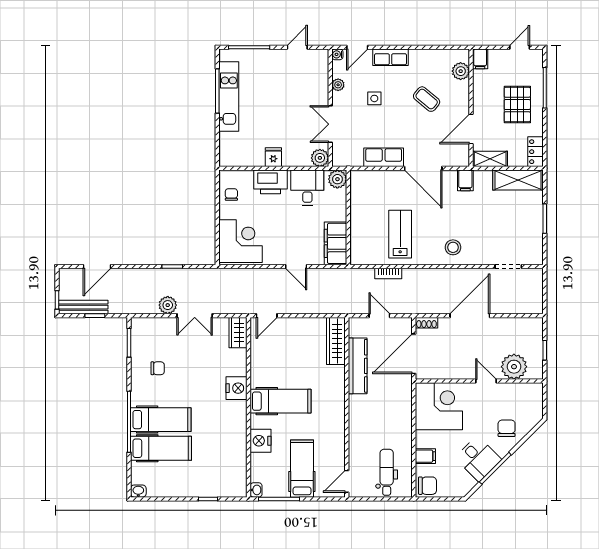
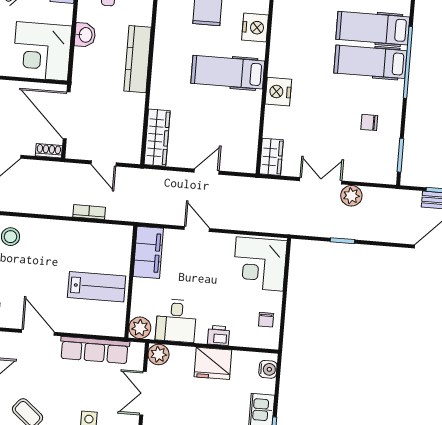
double door: (330, 124) -> (143, 393), swing flipped
water cooler: (226, 153) -> (268, 369), added
fridge: (273, 157) -> (213, 363), width x1.88, depth x1.34
row of seats: (384, 157) -> (95, 350), width x1.48
door: (423, 168) -> (38, 332), width x0.73
printer: (270, 182) -> (218, 335), width x0.53, depth x0.68
lab bench: (400, 234) -> (97, 287), moved, turned -90
door: (267, 316) -> (207, 172), moved
door: (414, 354) -> (67, 115), swing flipped
kitchen counter: (358, 366) -> (138, 59), moved
washbasin: (404, 423) -> (85, 35), added

